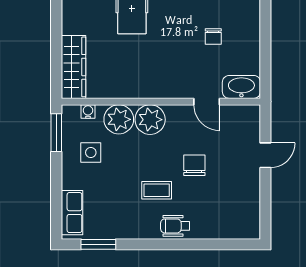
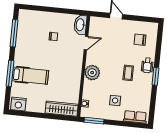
plant: (119, 119) -> (90, 88), removed
side table: (91, 152) -> (115, 101), moved
chair: (194, 165) -> (140, 40), moved
window: (98, 244) -> (155, 76), moved

